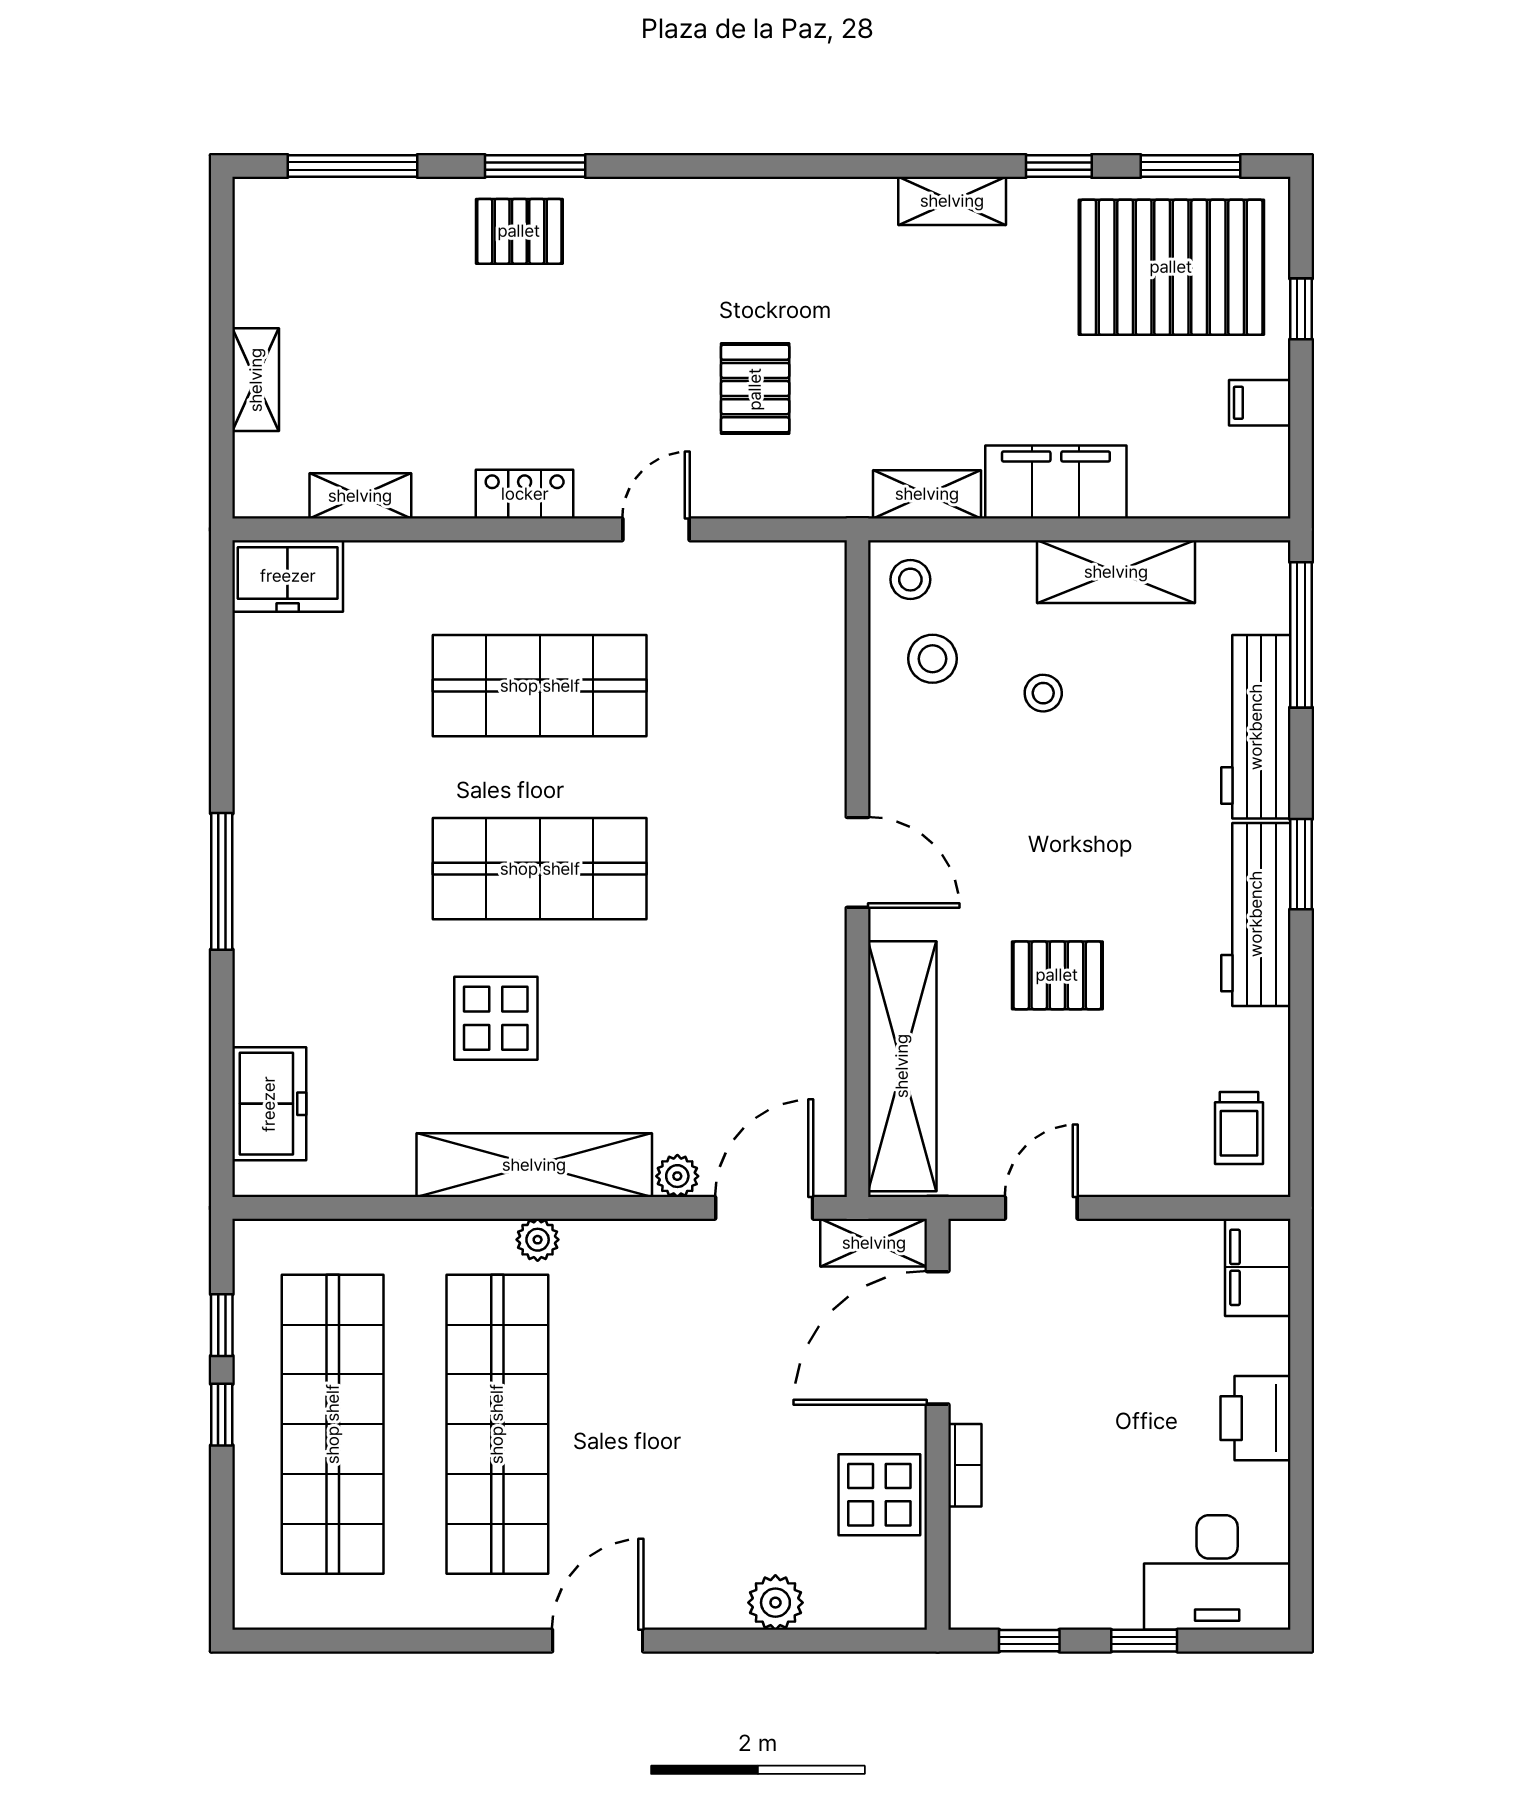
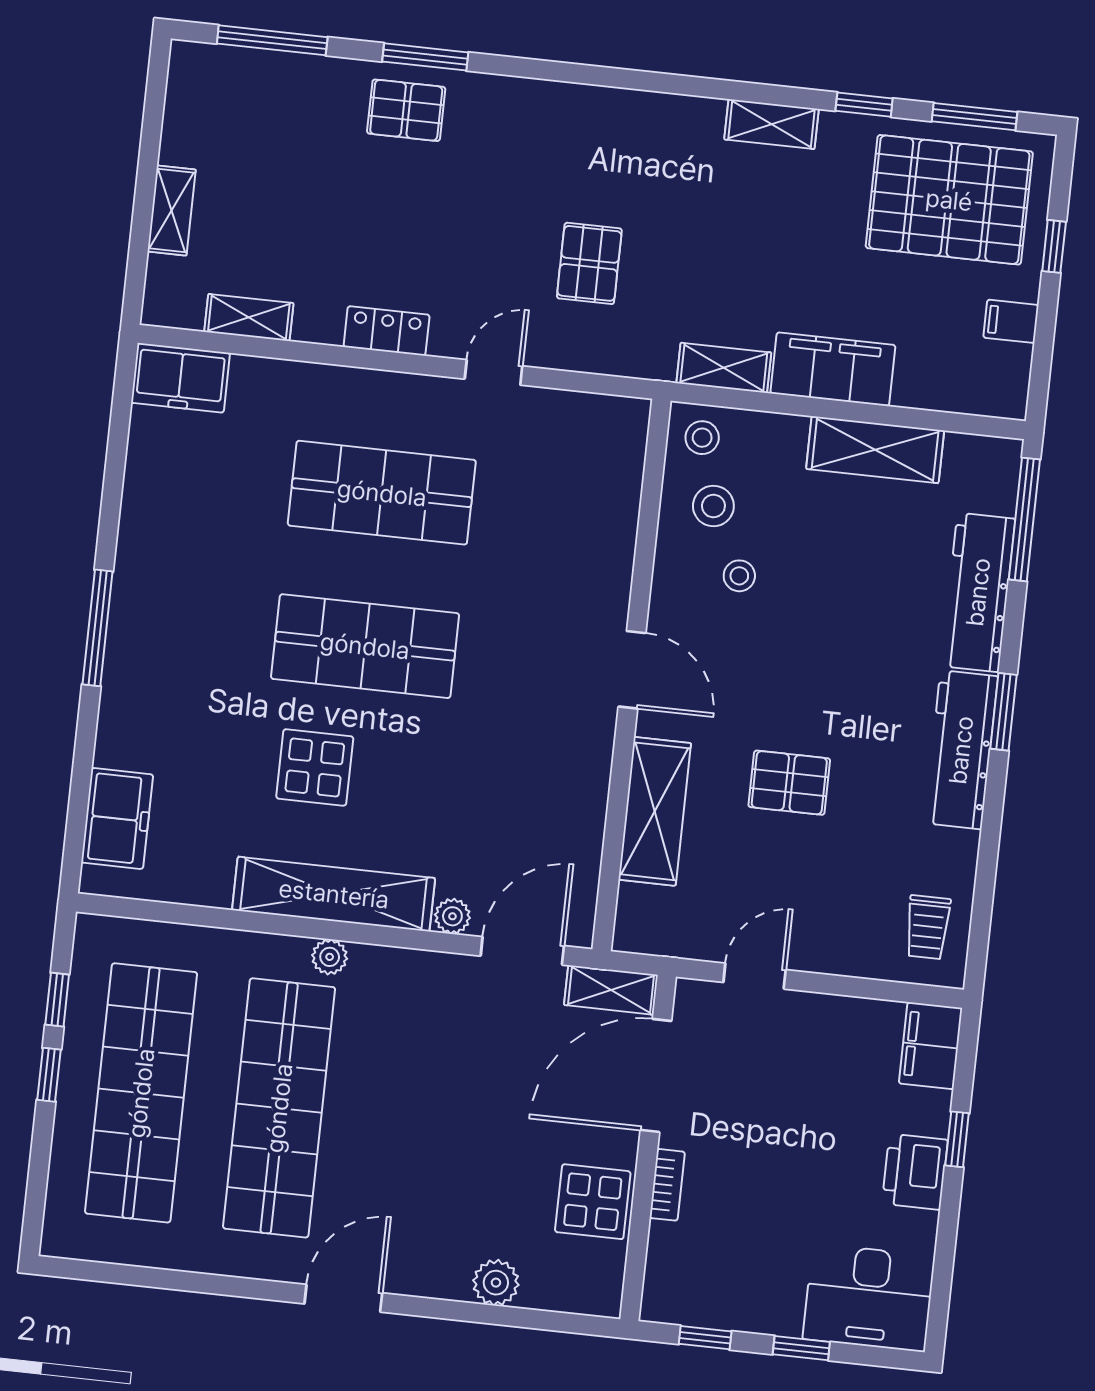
stool: (1043, 693) -> (739, 576), moved
shelving: (902, 1066) -> (655, 811), width x0.68
window: (1301, 1374) -> (957, 1139), added

